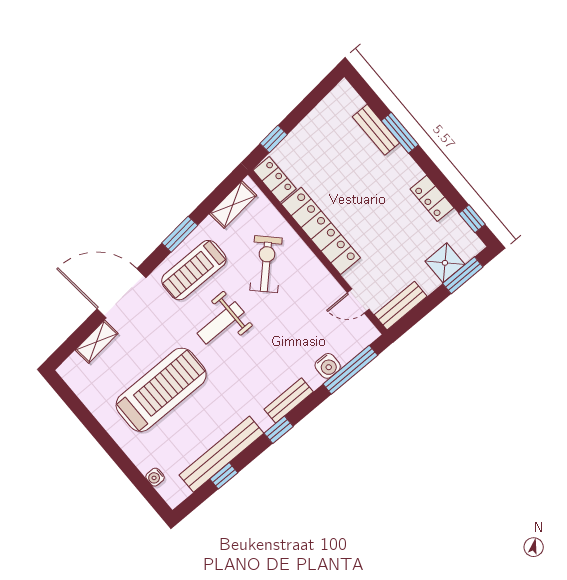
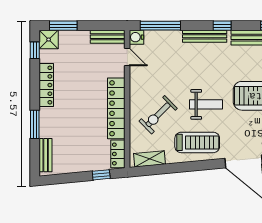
bench: (376, 130) -> (46, 155), moved
locker: (432, 198) -> (46, 85), width x1.53
window: (180, 234) -> (189, 167), removed
shower: (445, 263) -> (49, 40), moved
water cooler: (328, 366) -> (136, 37), moved, turned -90
bench: (289, 400) -> (205, 36), width x1.36

